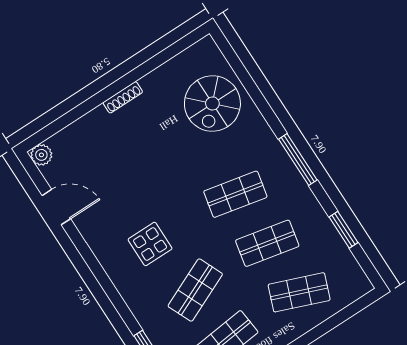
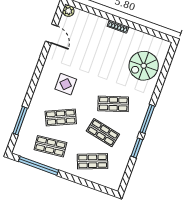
shop shelf: (235, 194) -> (113, 104), turned -30
window: (343, 230) -> (137, 148), moved
shop shelf: (299, 292) -> (93, 161), turned -42

